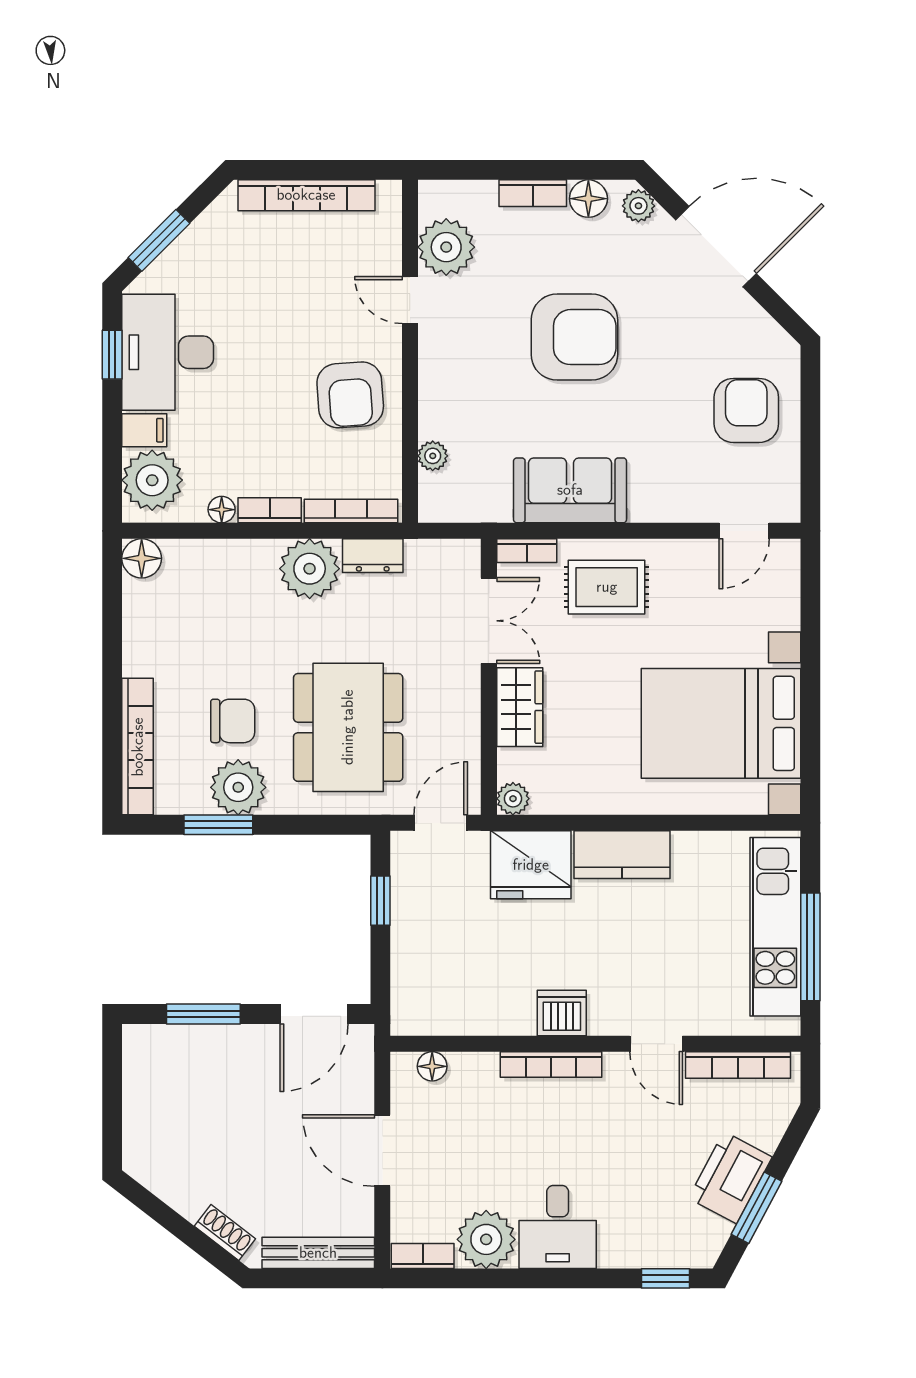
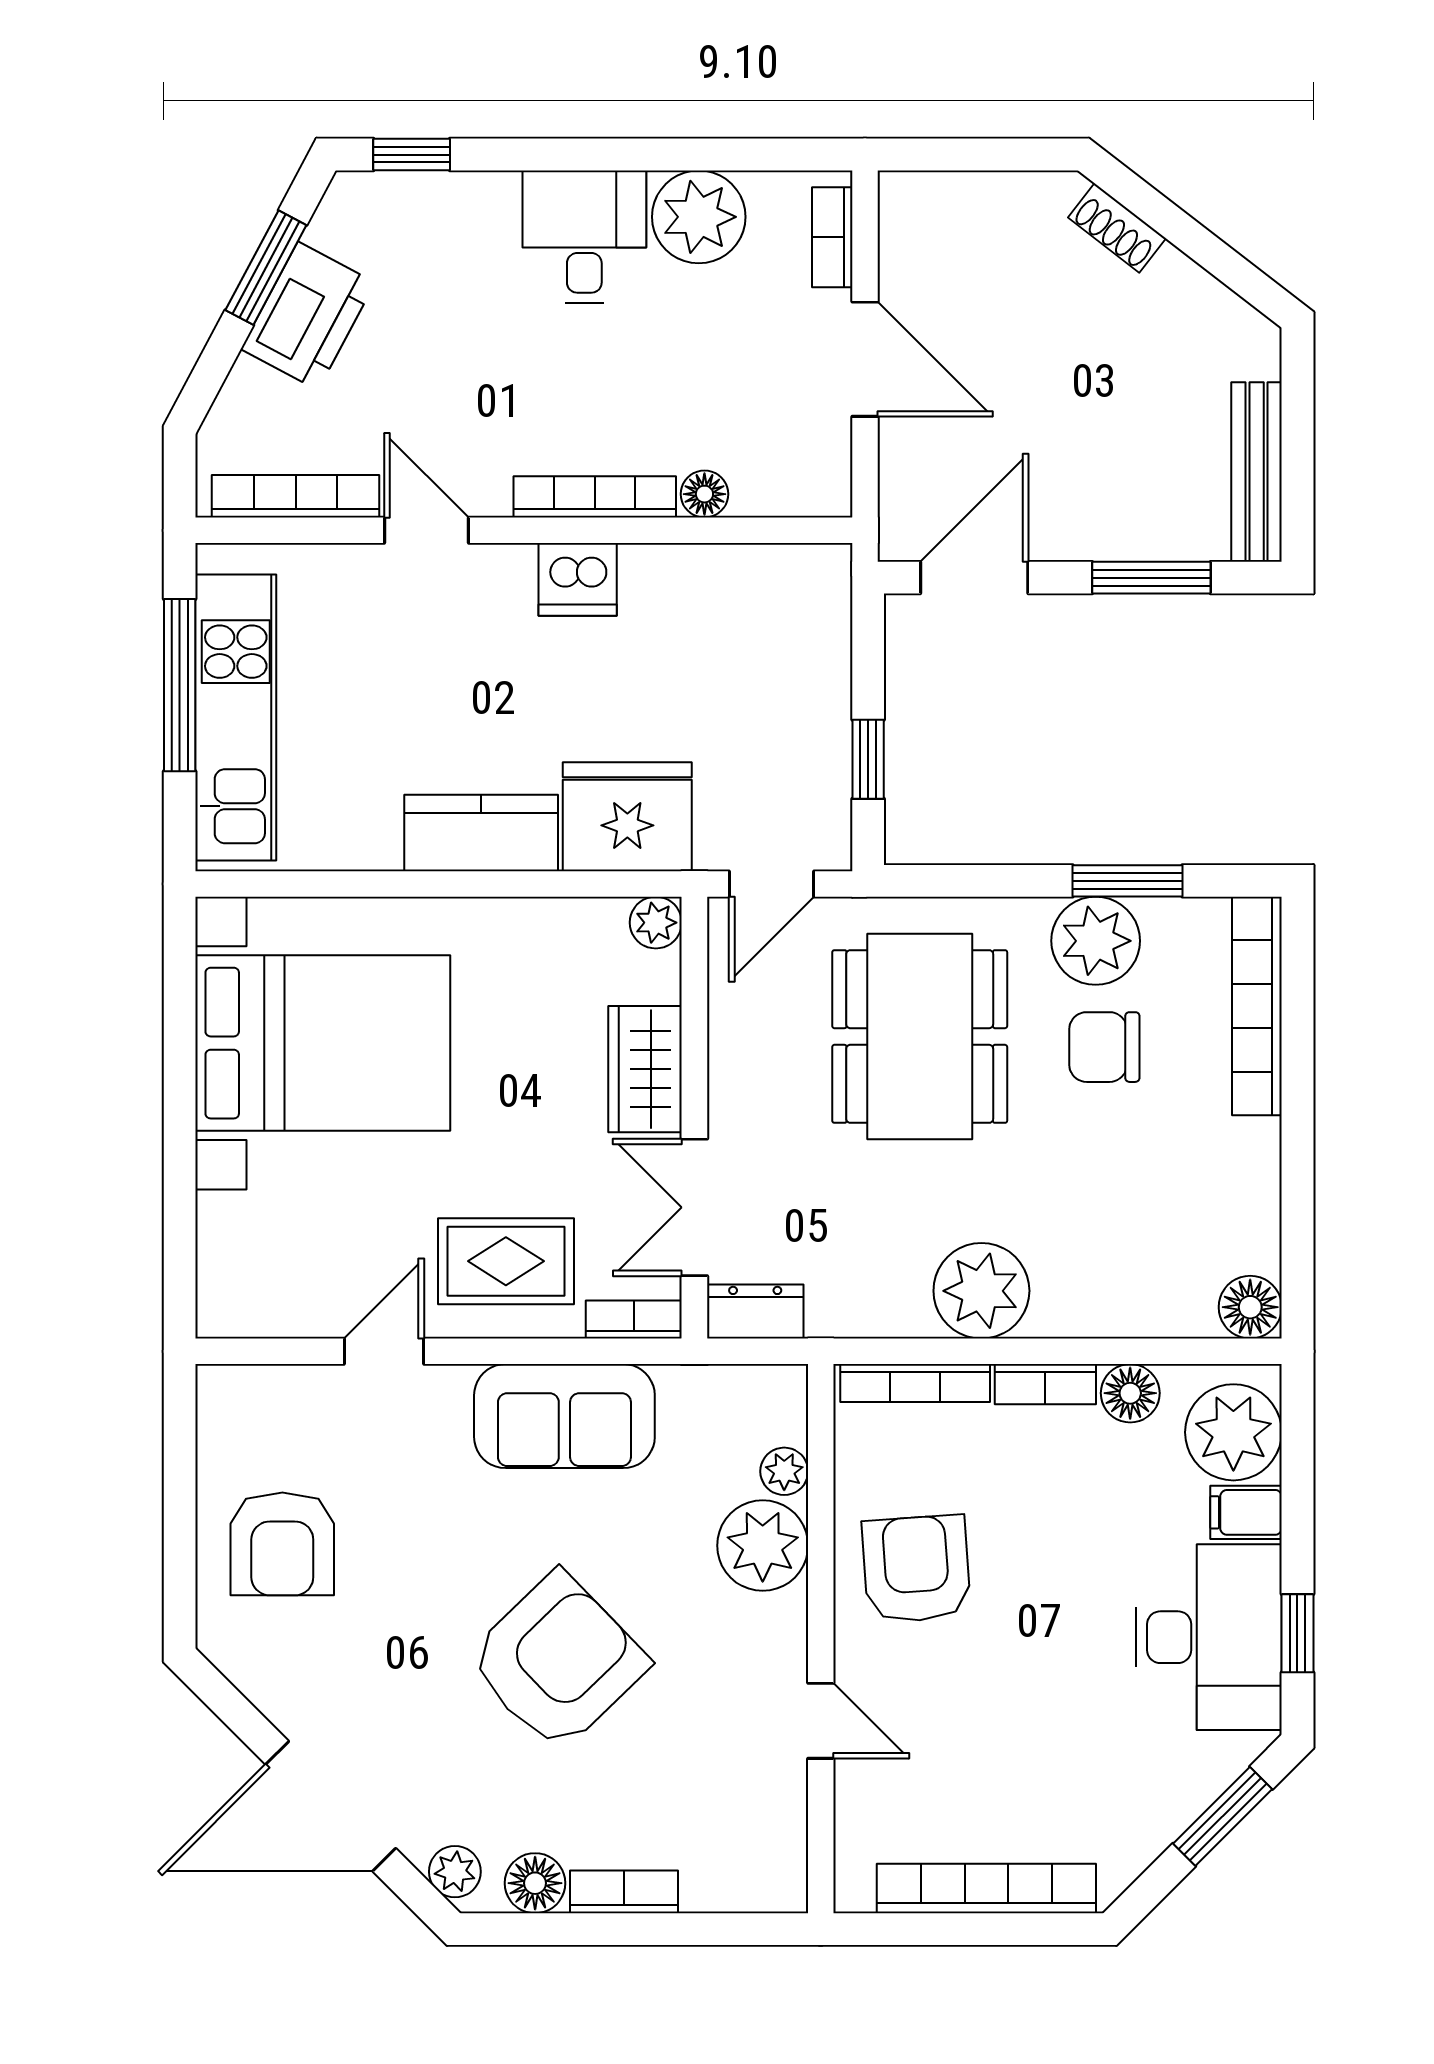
plant: (446, 247) -> (763, 1546), moved
armchair: (574, 337) -> (557, 1662), turned 136
floor lamp: (222, 510) -> (1130, 1393), width x1.37, depth x1.37
door: (744, 531) -> (384, 1351), moved
dresser: (373, 556) -> (755, 1312), moved
floor lamp: (432, 1066) -> (704, 494), moved
bench: (318, 1253) -> (1257, 472), moved, turned 90
bookcase: (423, 1256) -> (832, 237), moved, turned 90

